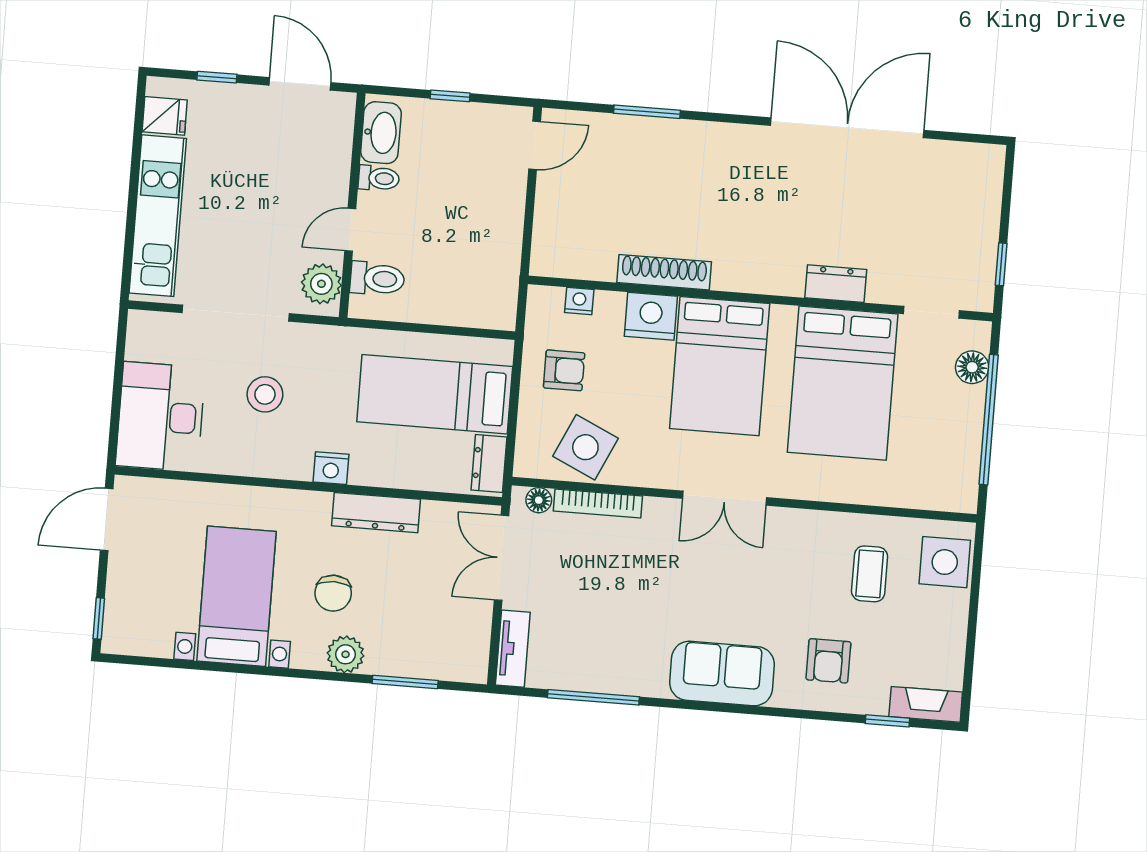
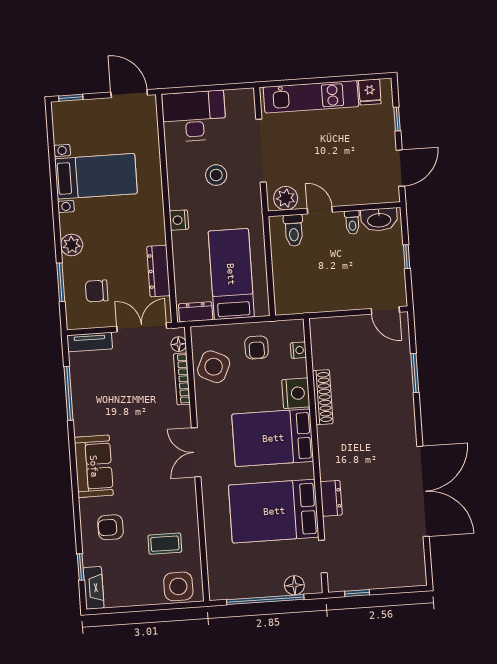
dresser: (376, 513) -> (158, 271), moved
chair: (333, 593) -> (97, 291), moved

